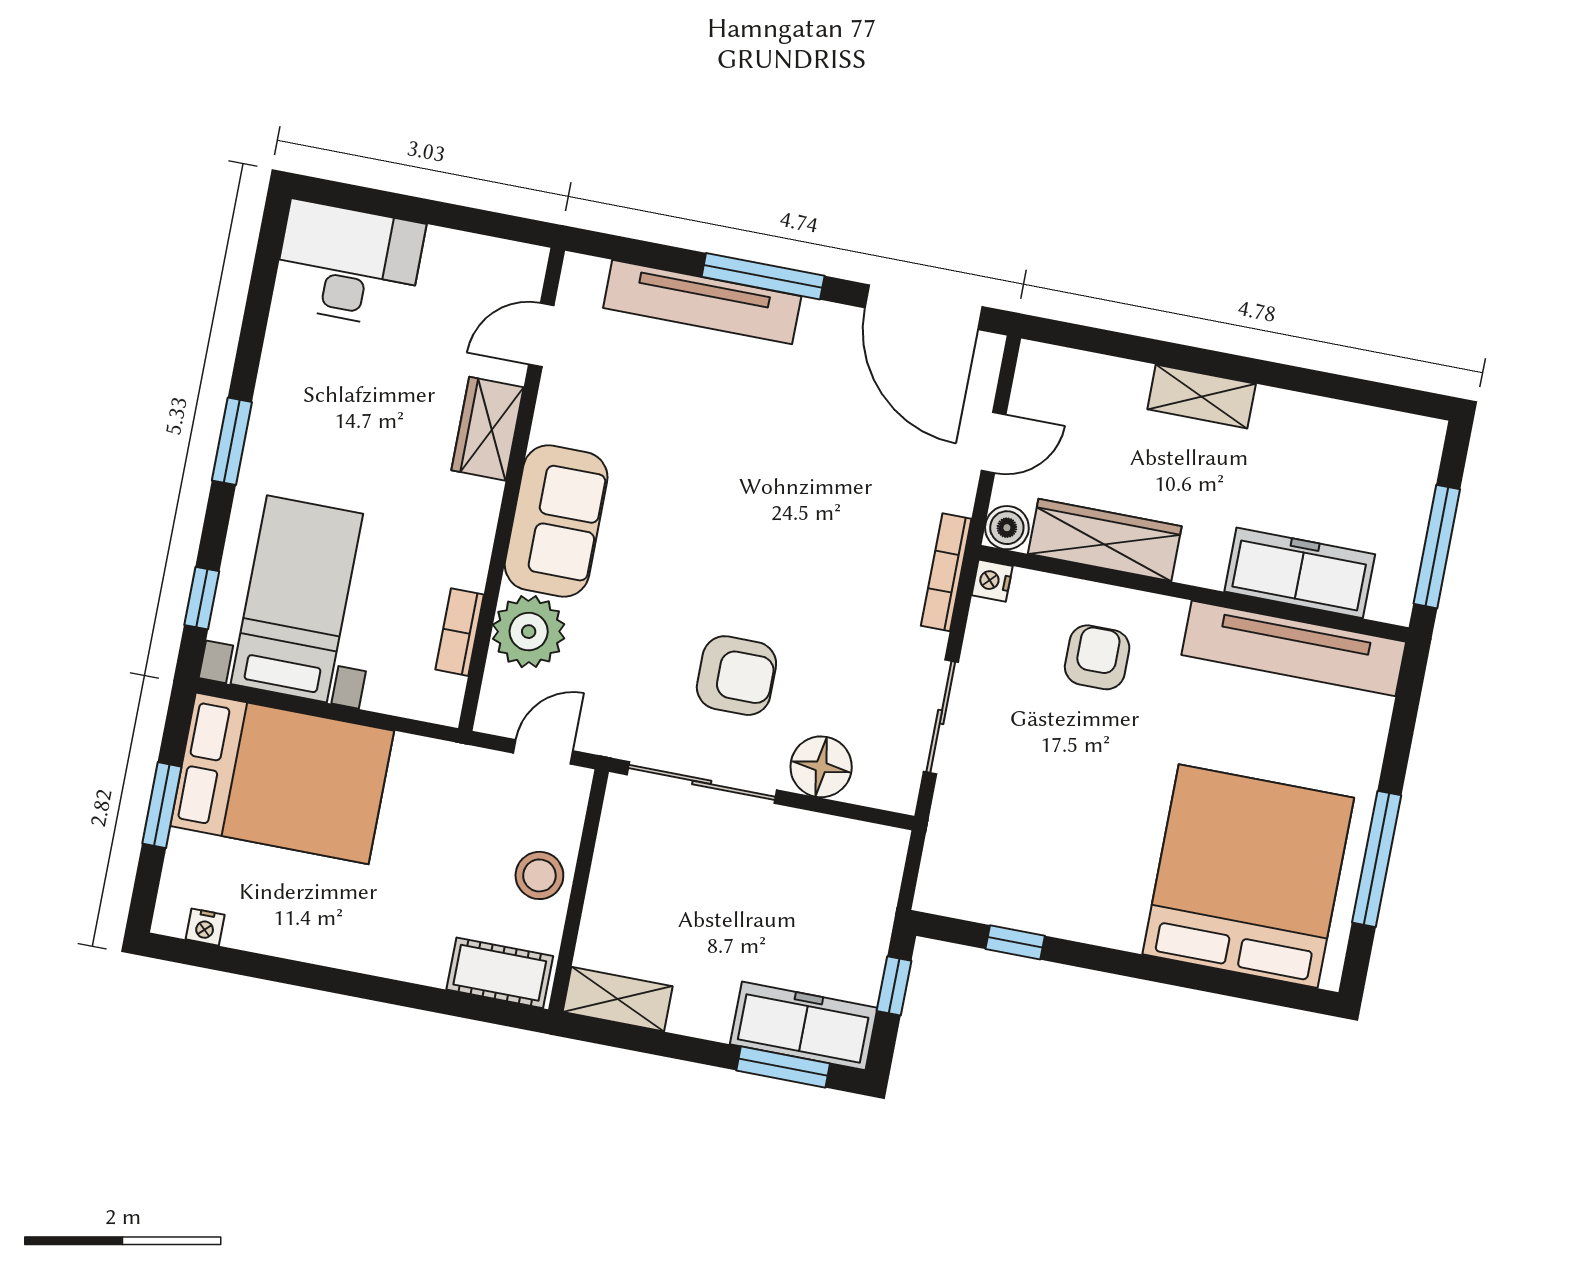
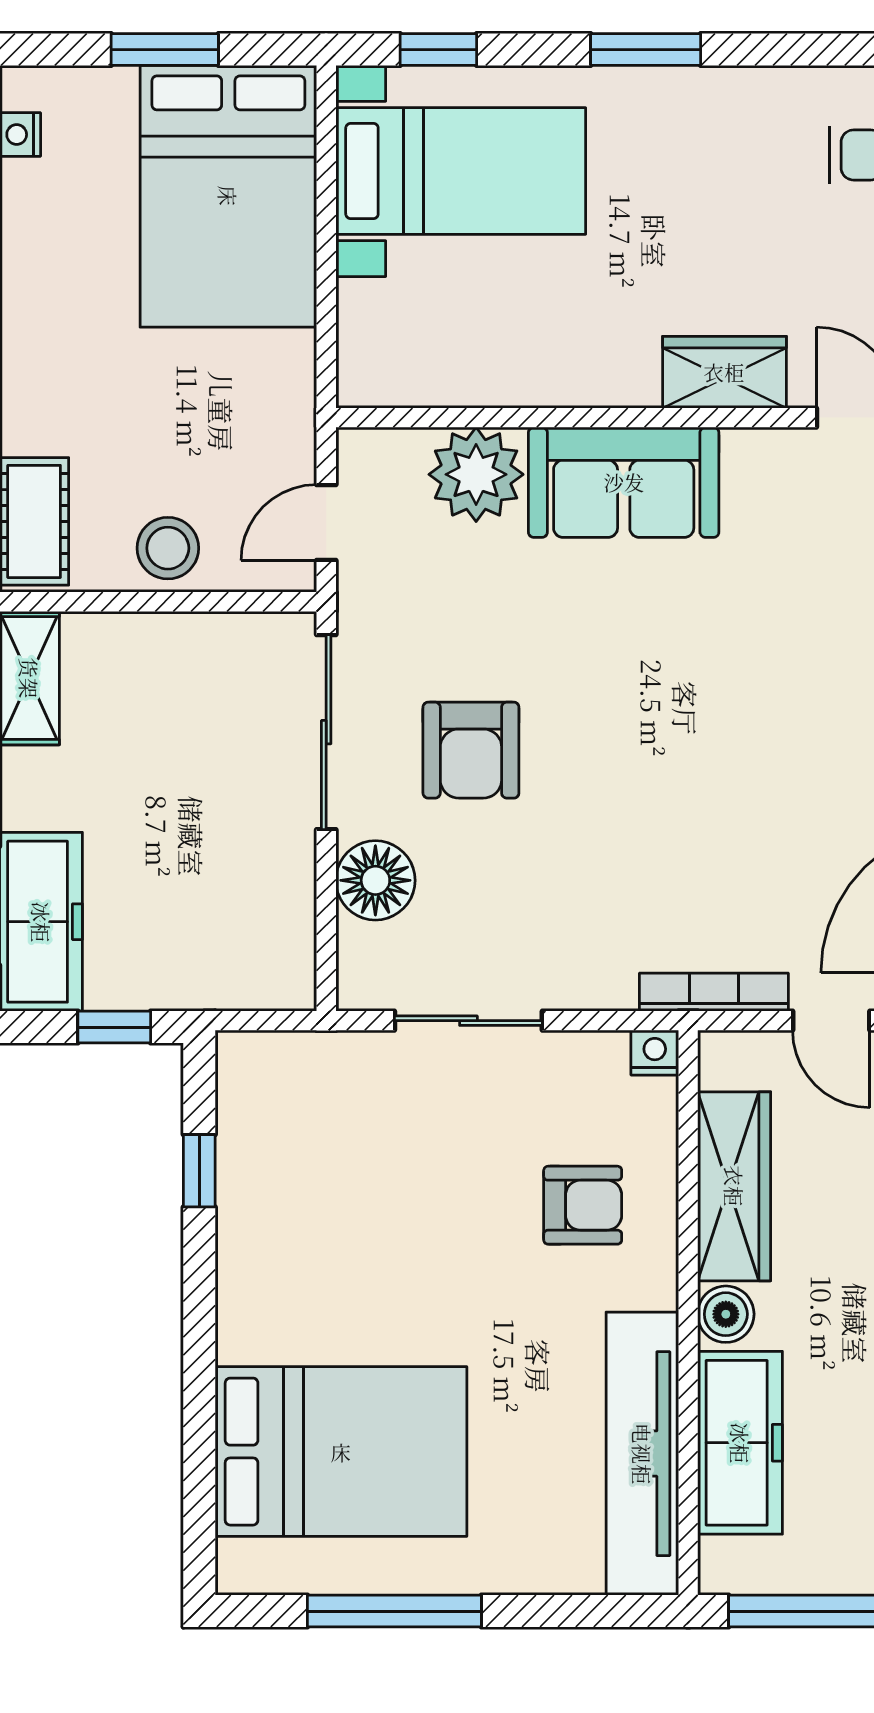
boiler: (1007, 528) -> (726, 1314), moved
bookcase: (946, 572) -> (714, 992), moved
bookcase: (460, 632) -> (458, 387), removed
door: (543, 752) -> (326, 522), swing flipped
bed: (1248, 876) -> (341, 1452), width x0.73

